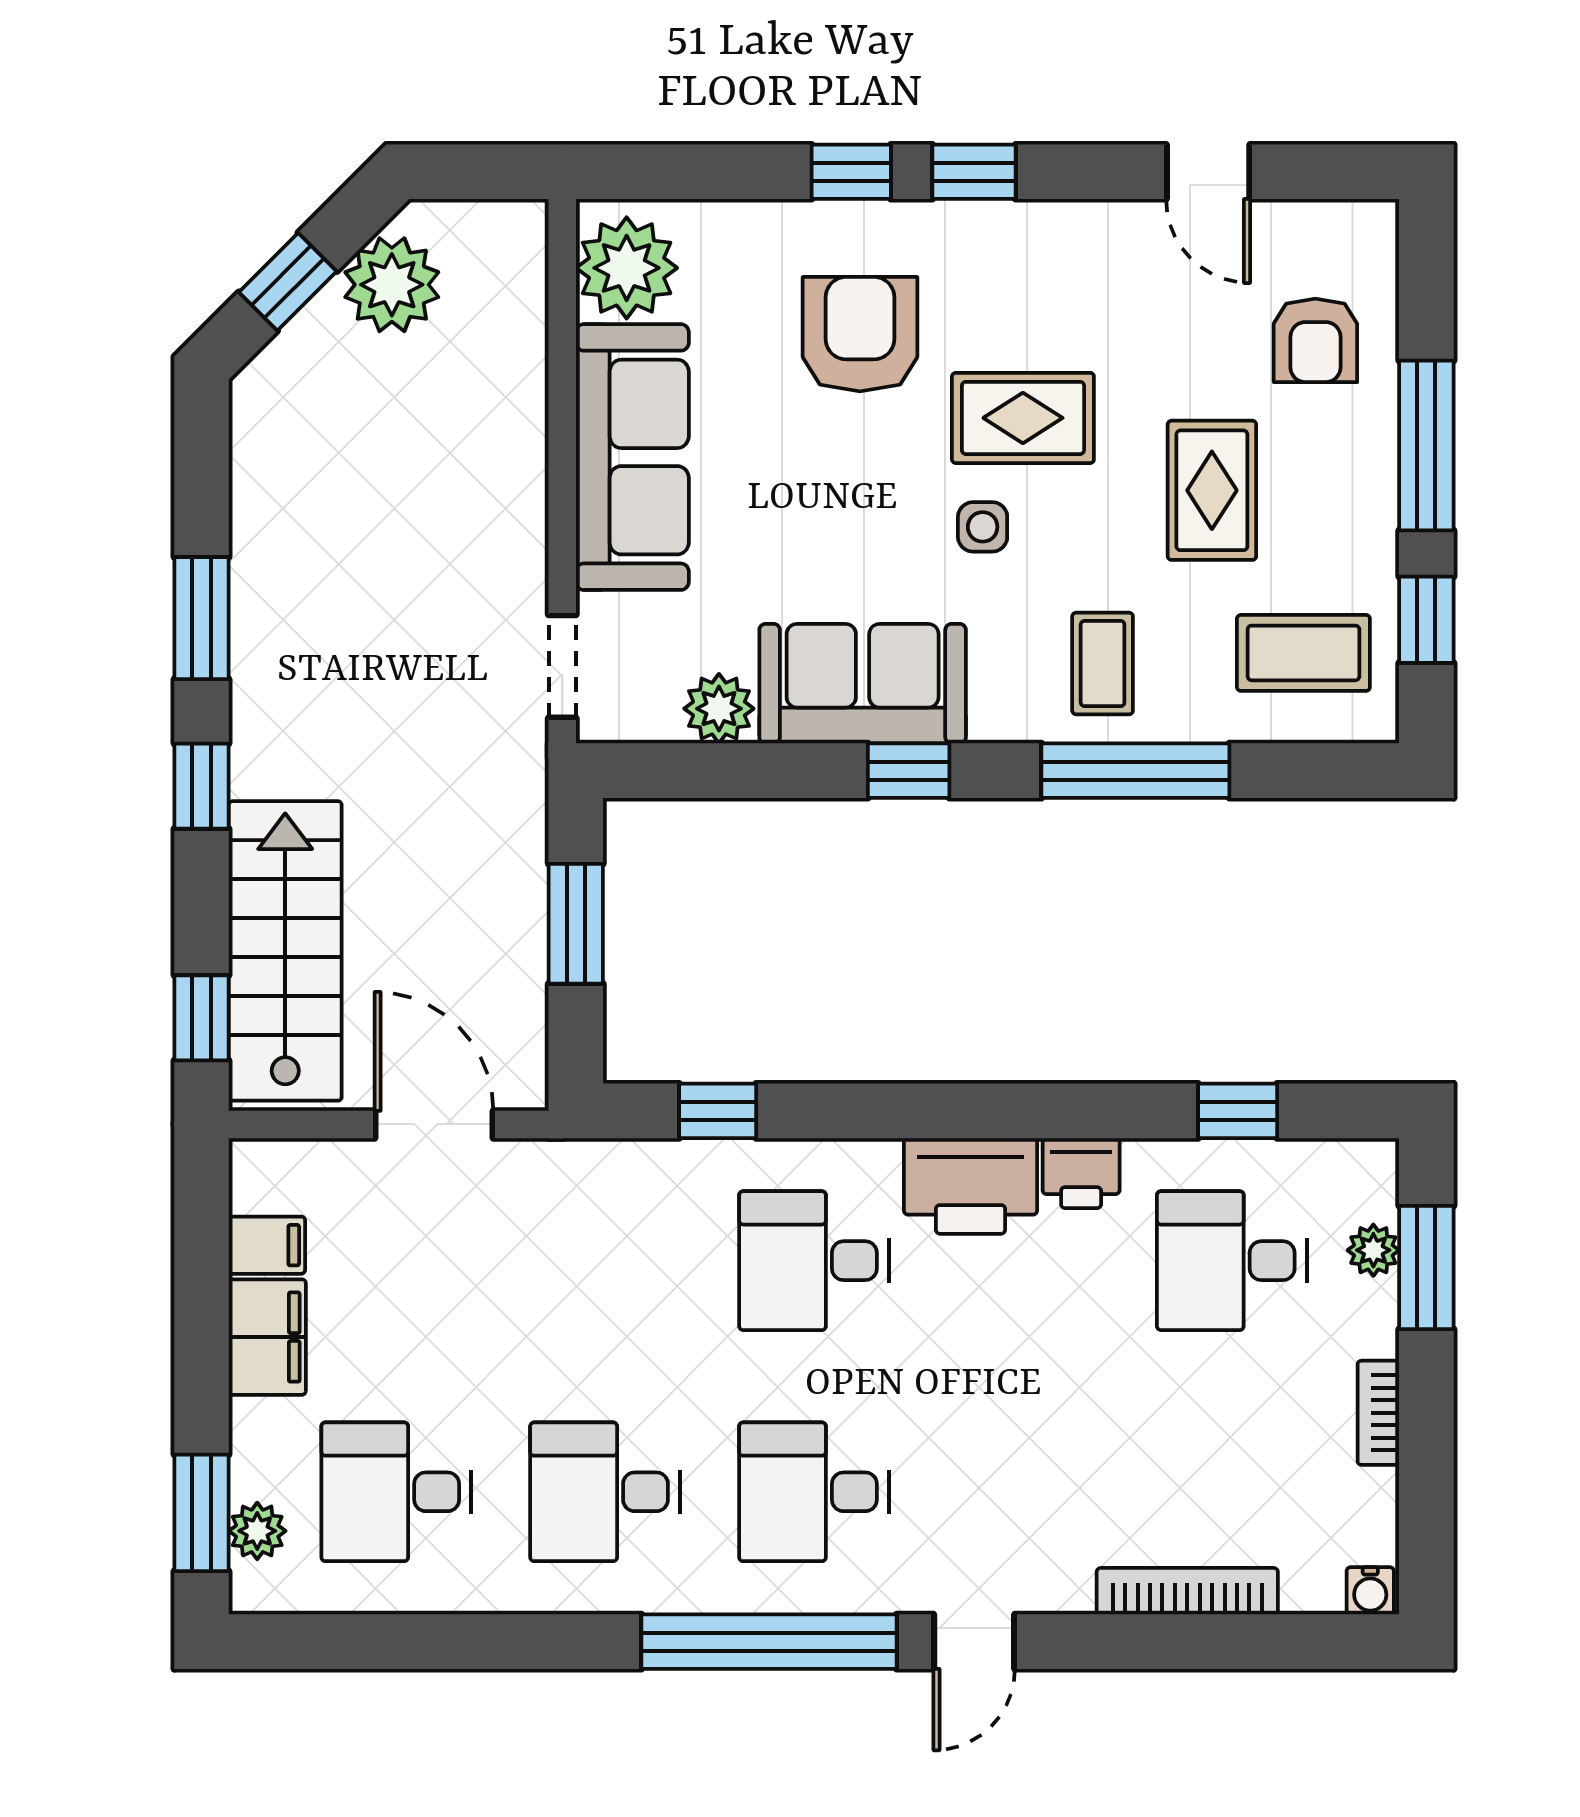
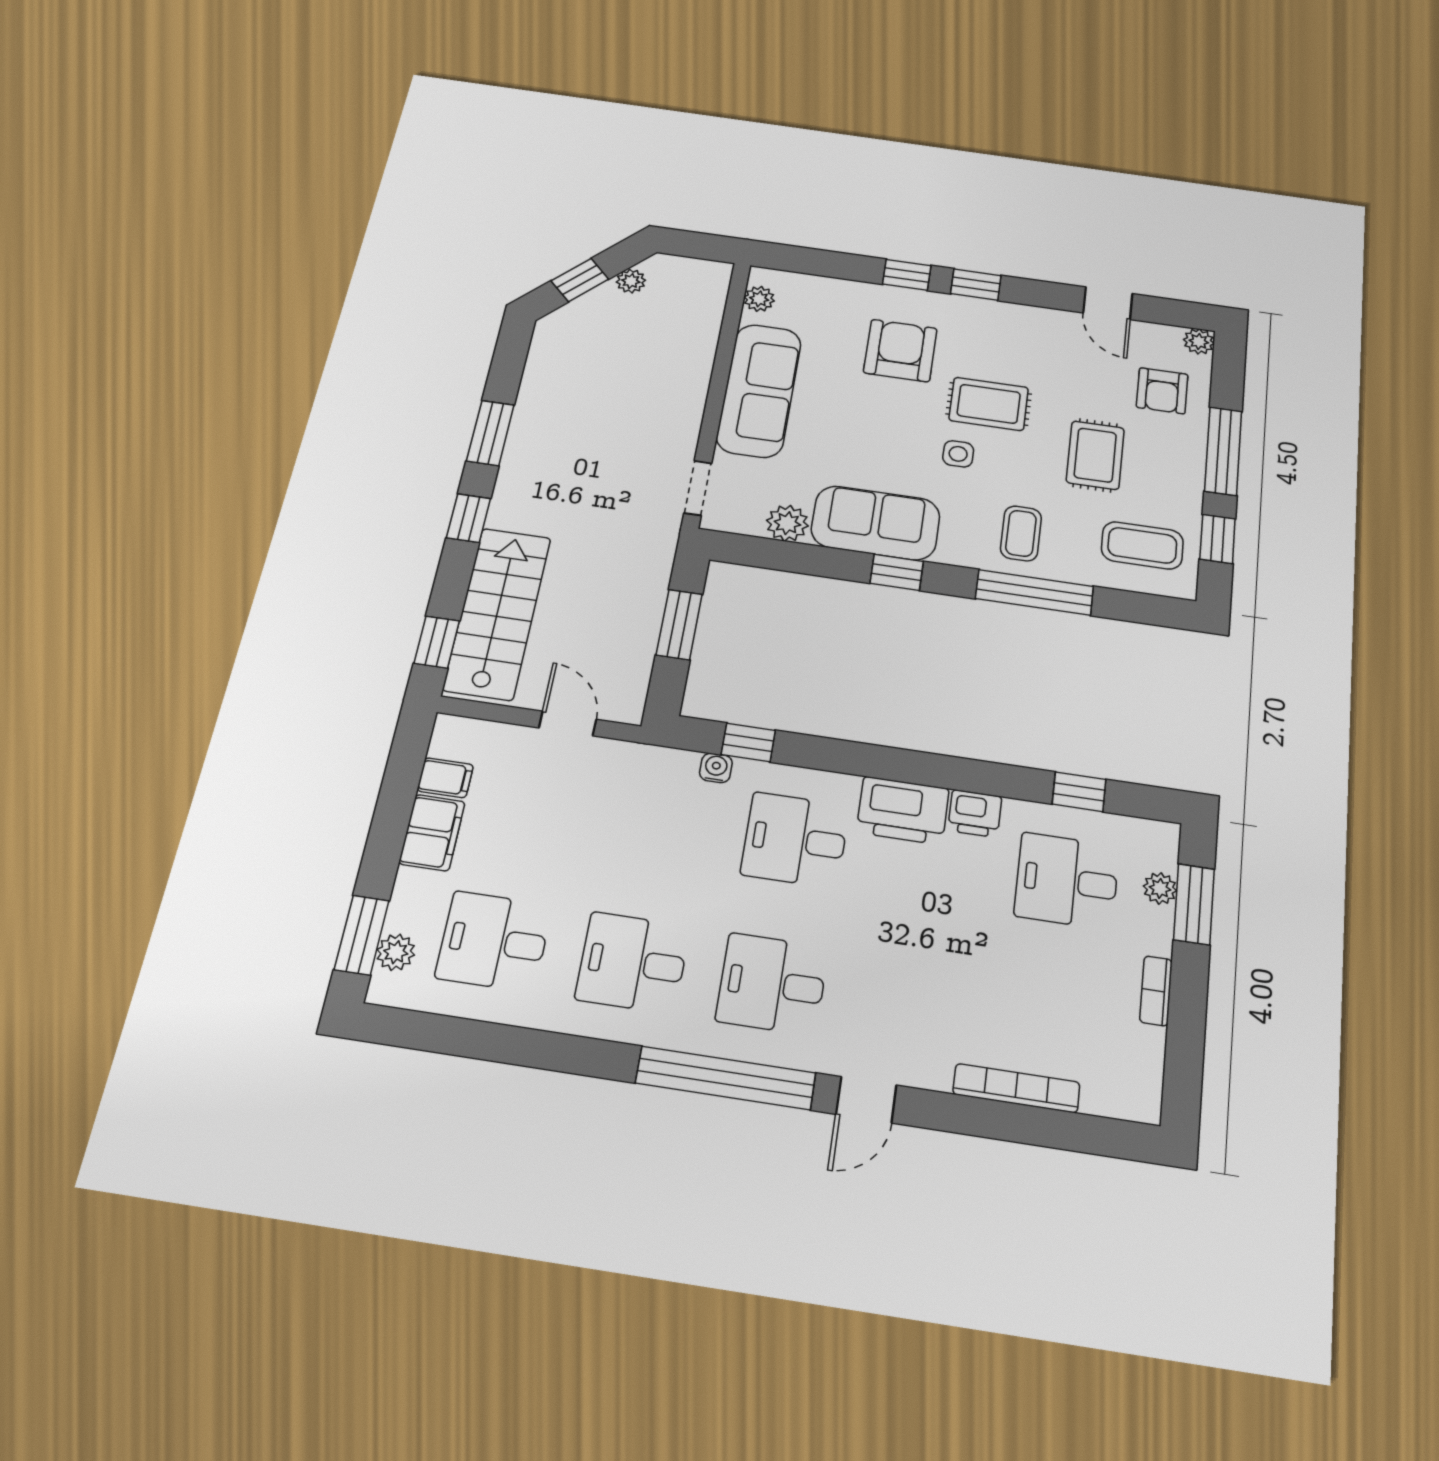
plant: (1372, 226) -> (1199, 341), added
plant: (627, 268) -> (759, 299), width x0.53, depth x0.53
plant: (392, 285) -> (631, 281), width x0.53, depth x0.53
door: (434, 1124) -> (568, 724), width x0.73
water cooler: (1370, 1591) -> (716, 768), moved, turned 180

